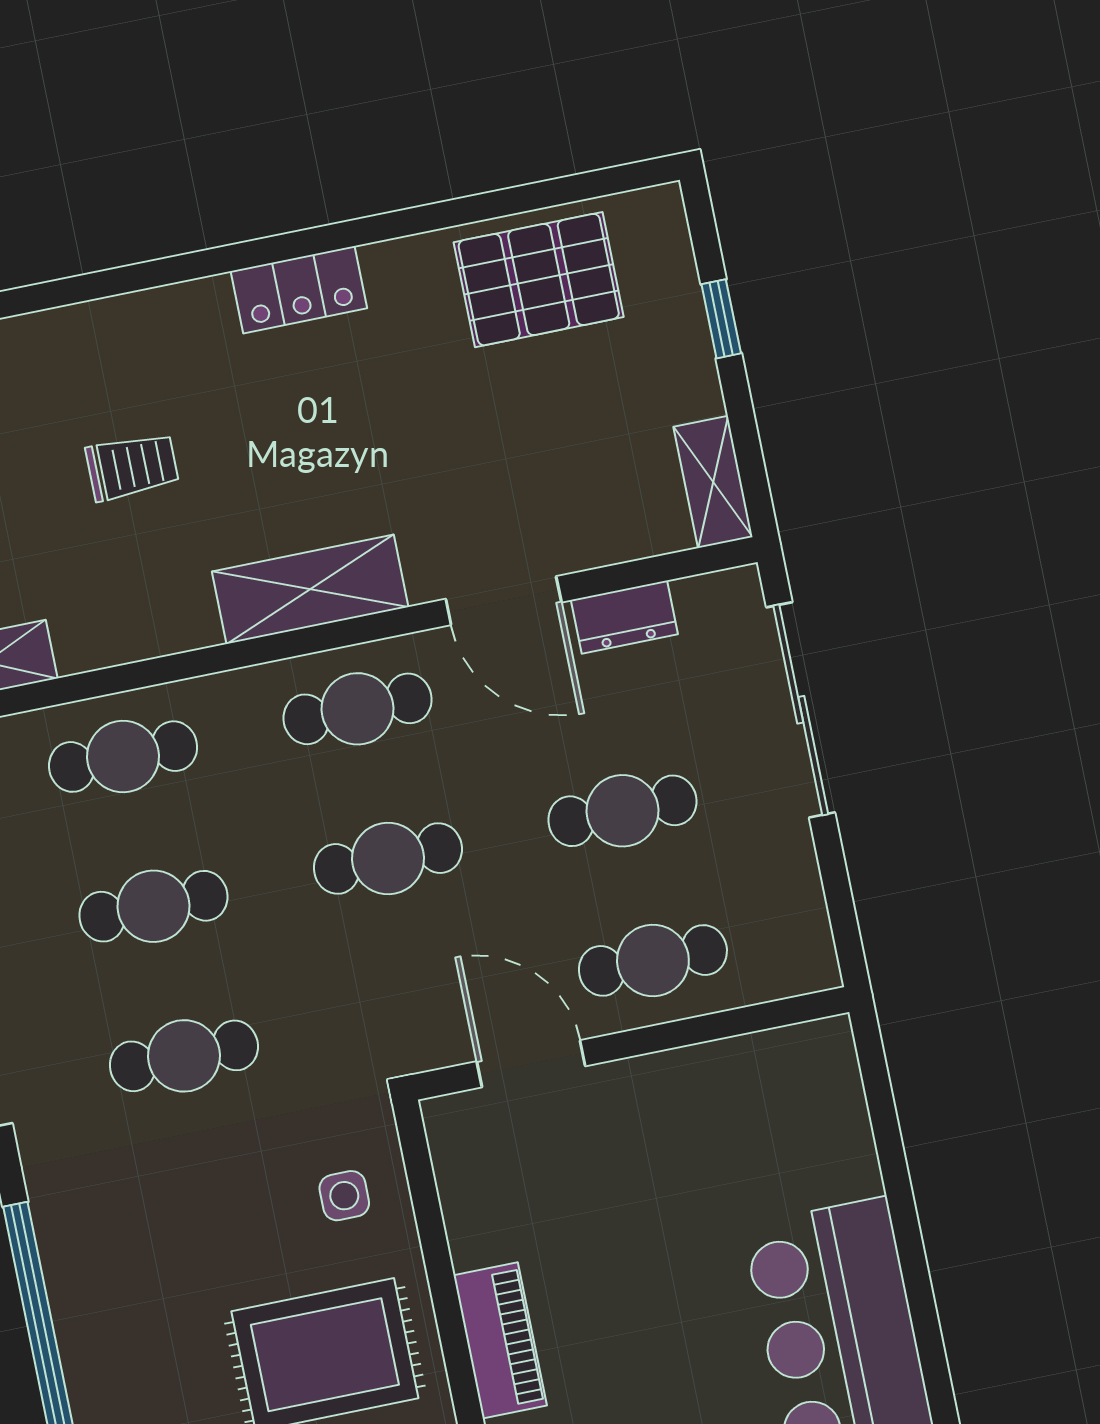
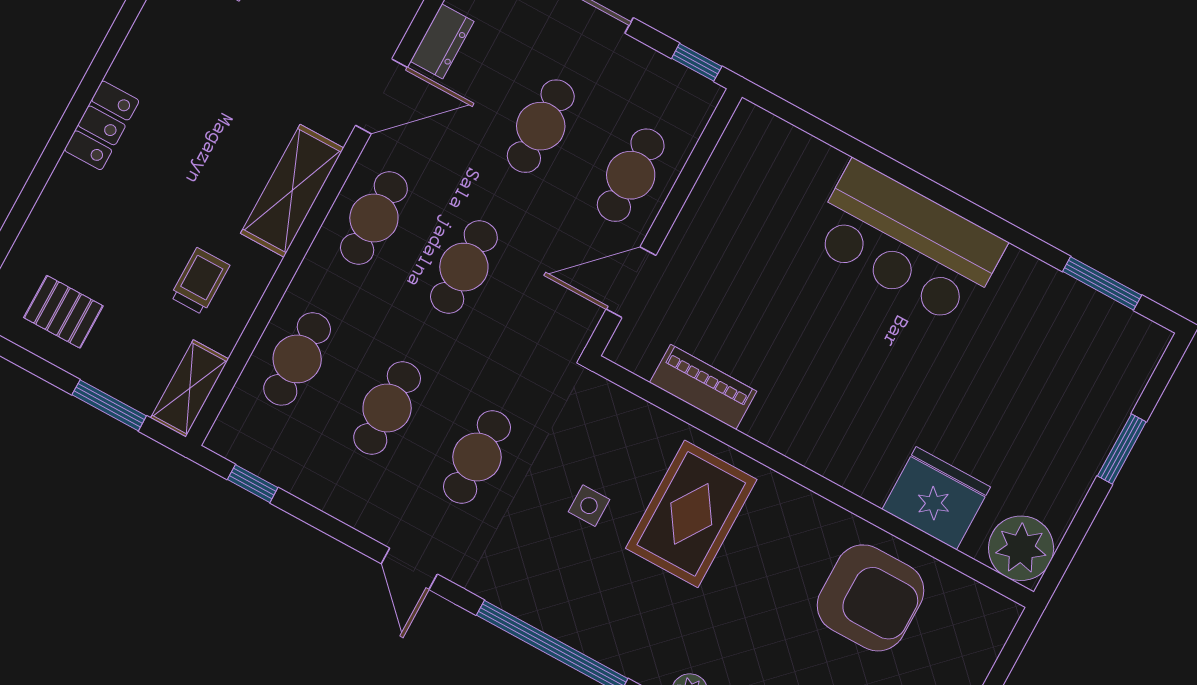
locker: (299, 290) -> (102, 125), moved
trolley: (132, 467) -> (200, 281), moved
window: (845, 927) -> (697, 62), added
side table: (344, 1196) -> (589, 506), moved
piano: (500, 1340) -> (703, 387), moved

